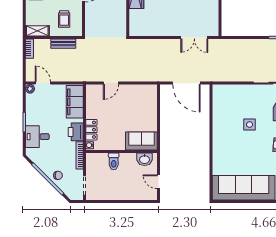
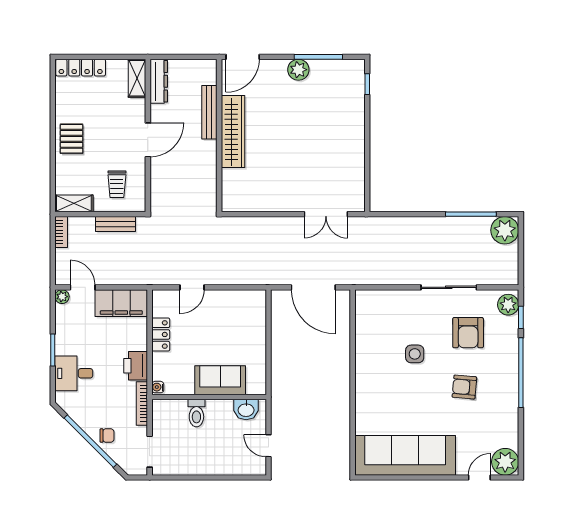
filing cabinet: (75, 102) -> (121, 303), moved, turned -90
locker: (91, 130) -> (161, 334), moved
sofa: (141, 141) -> (220, 380), moved

